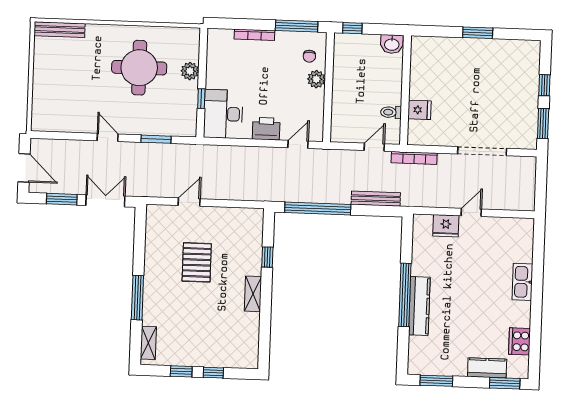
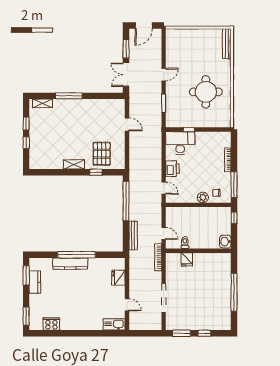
window: (478, 33) -> (234, 292), width x2.11
plant: (190, 71) -> (205, 122), removed
double door: (105, 201) -> (126, 75), swing flipped
door: (471, 212) -> (127, 305), moved
pallet: (197, 262) -> (102, 154), moved, turned 90
kitchen sink: (522, 282) -> (114, 324), moved
kitchen counter: (487, 368) -> (35, 282), moved

